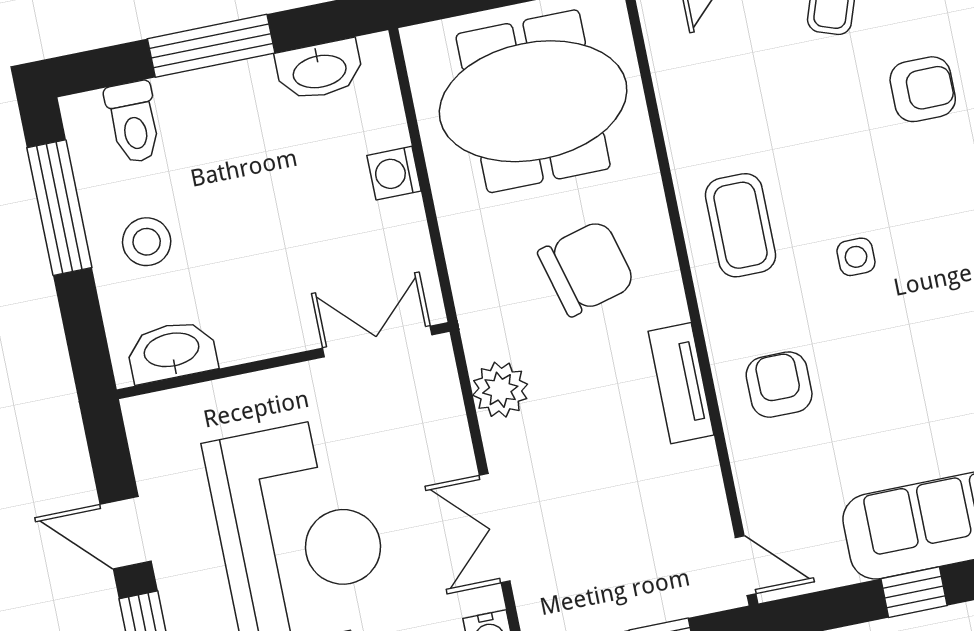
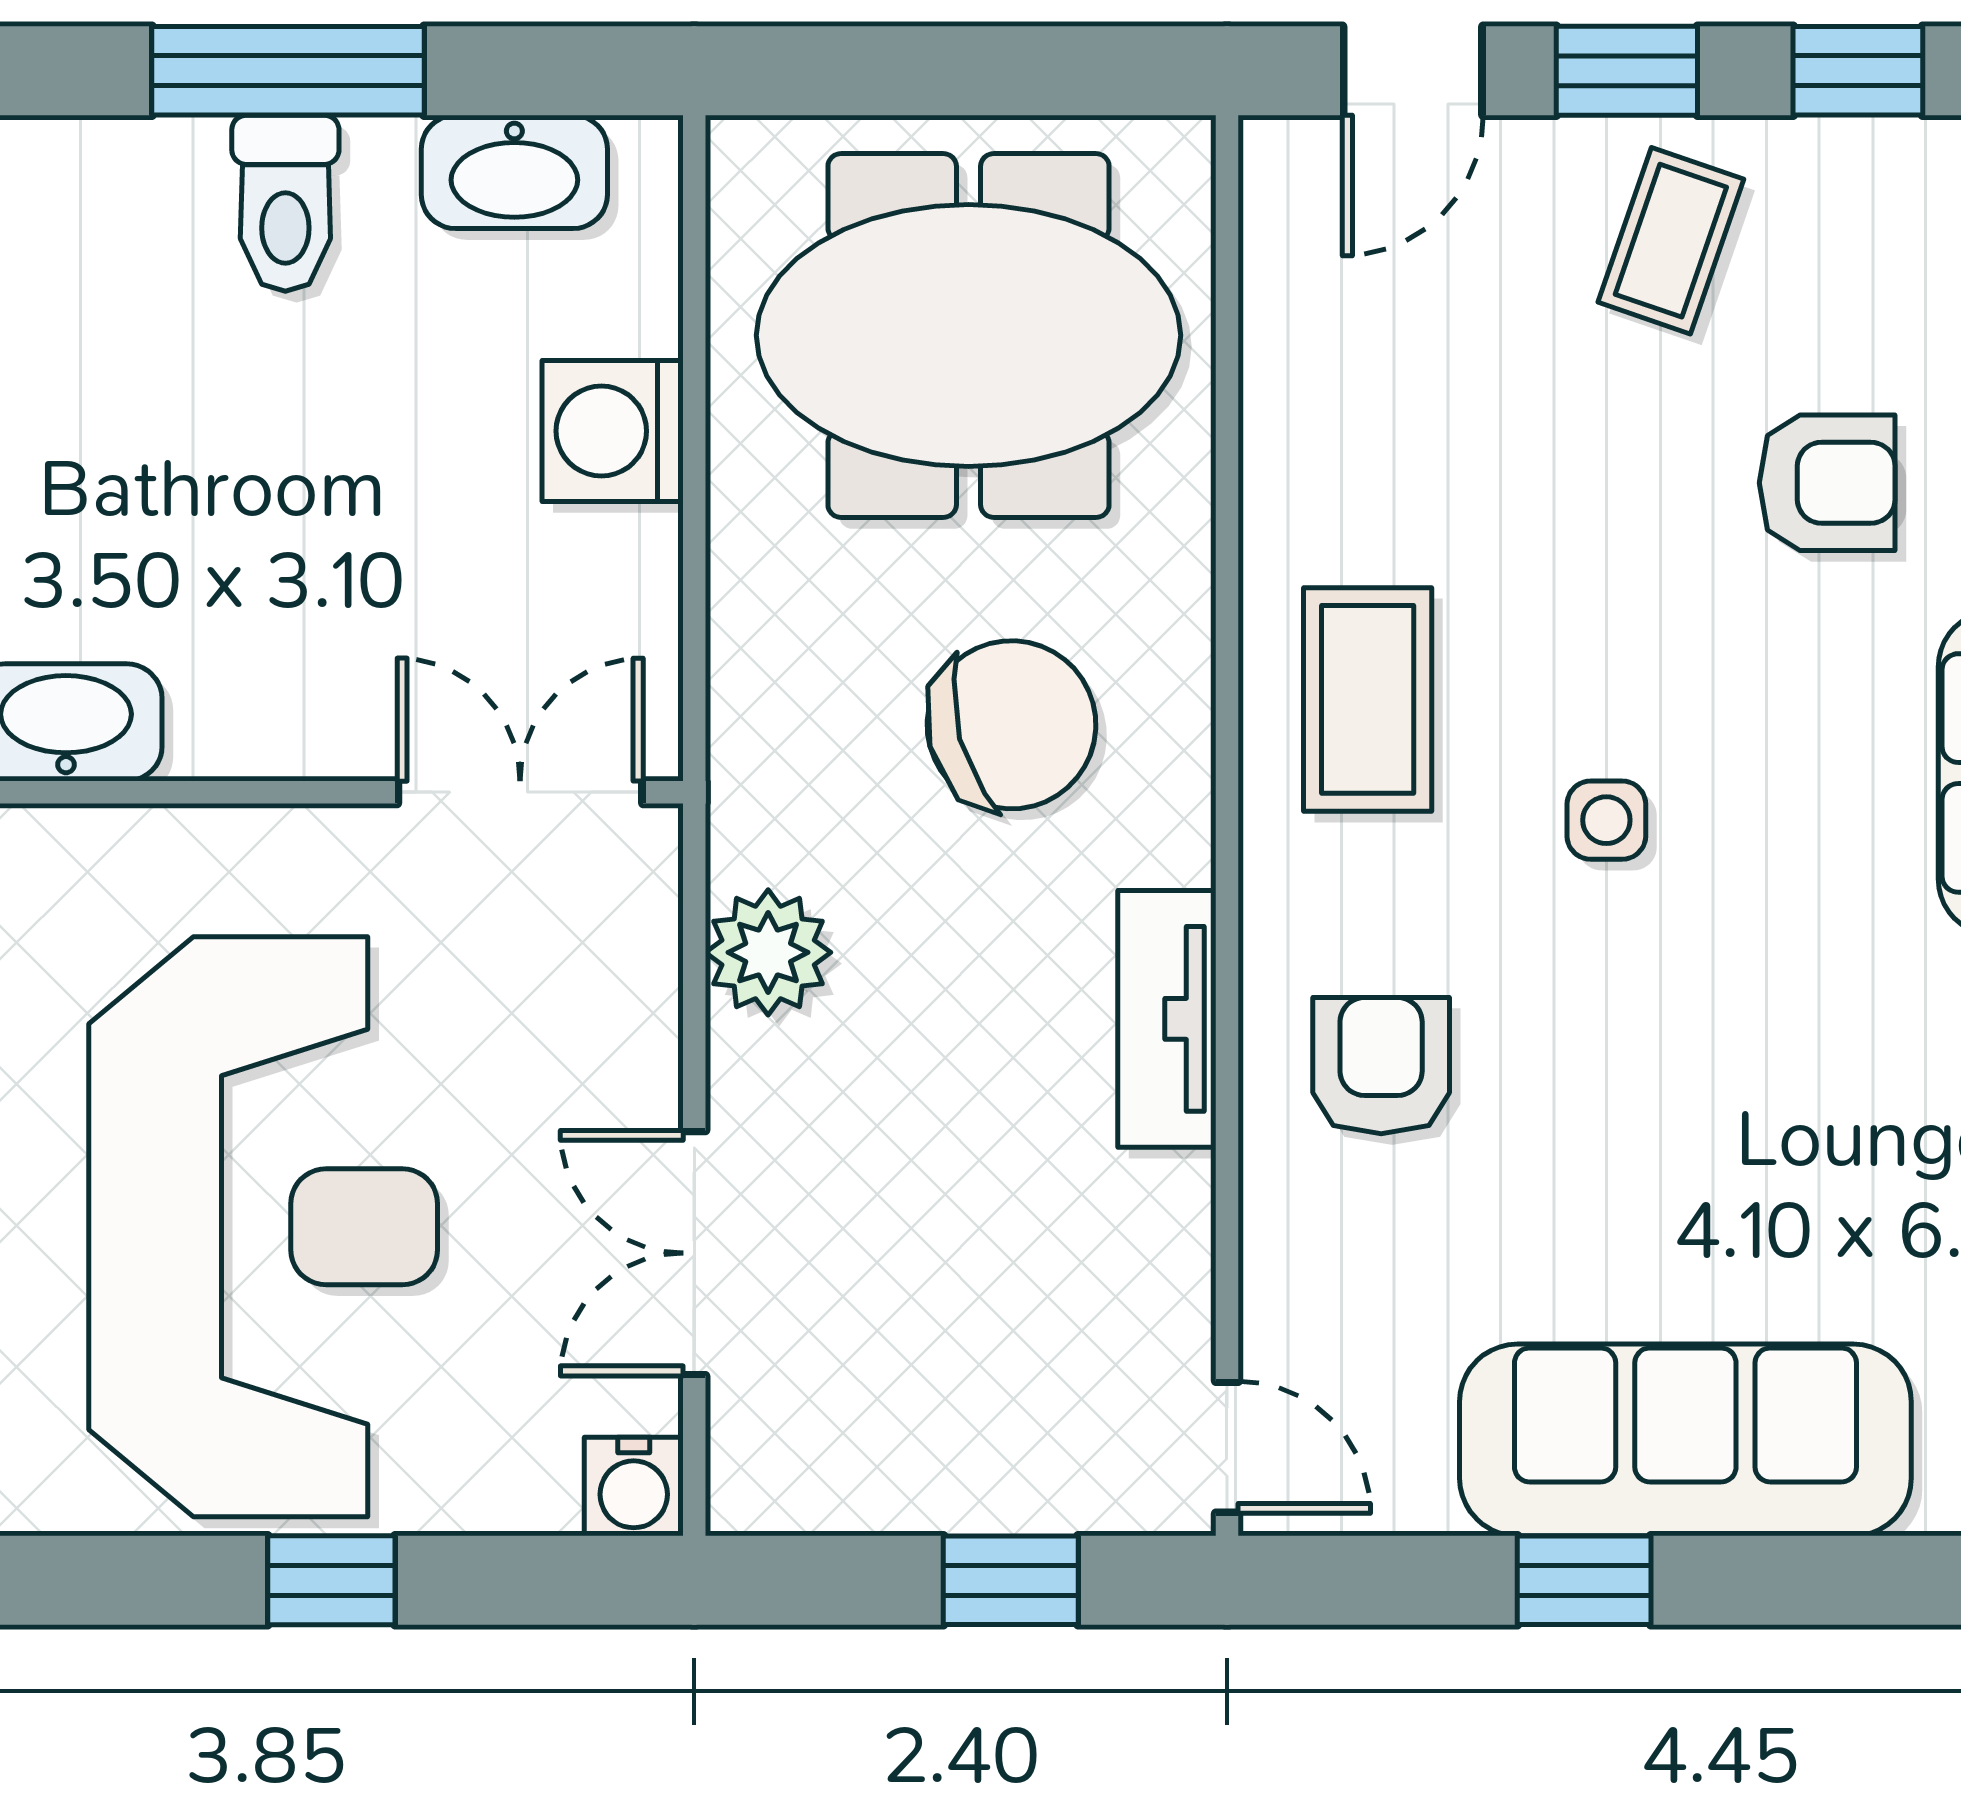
toilet: (133, 122) -> (285, 203), moved
washing machine: (394, 173) -> (613, 431), width x1.38, depth x1.38
stool: (147, 242) -> (60, 471), removed

